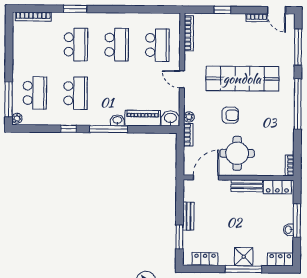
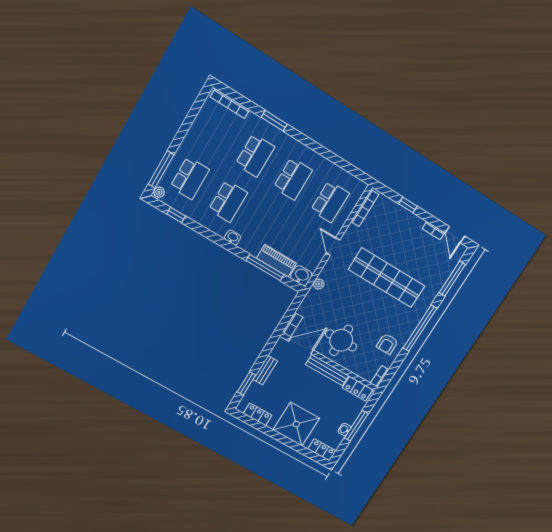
armchair: (230, 115) -> (387, 344), moved, turned 90
washbasin: (117, 120) -> (233, 238), moved
window: (69, 129) -> (176, 215), moved
window: (108, 129) -> (265, 268), moved
bookcase: (188, 135) -> (293, 325), moved
bench: (247, 186) -> (327, 370), width x1.36
shower: (244, 257) -> (296, 424), width x1.86, depth x1.86
window: (243, 269) -> (286, 441), removed

